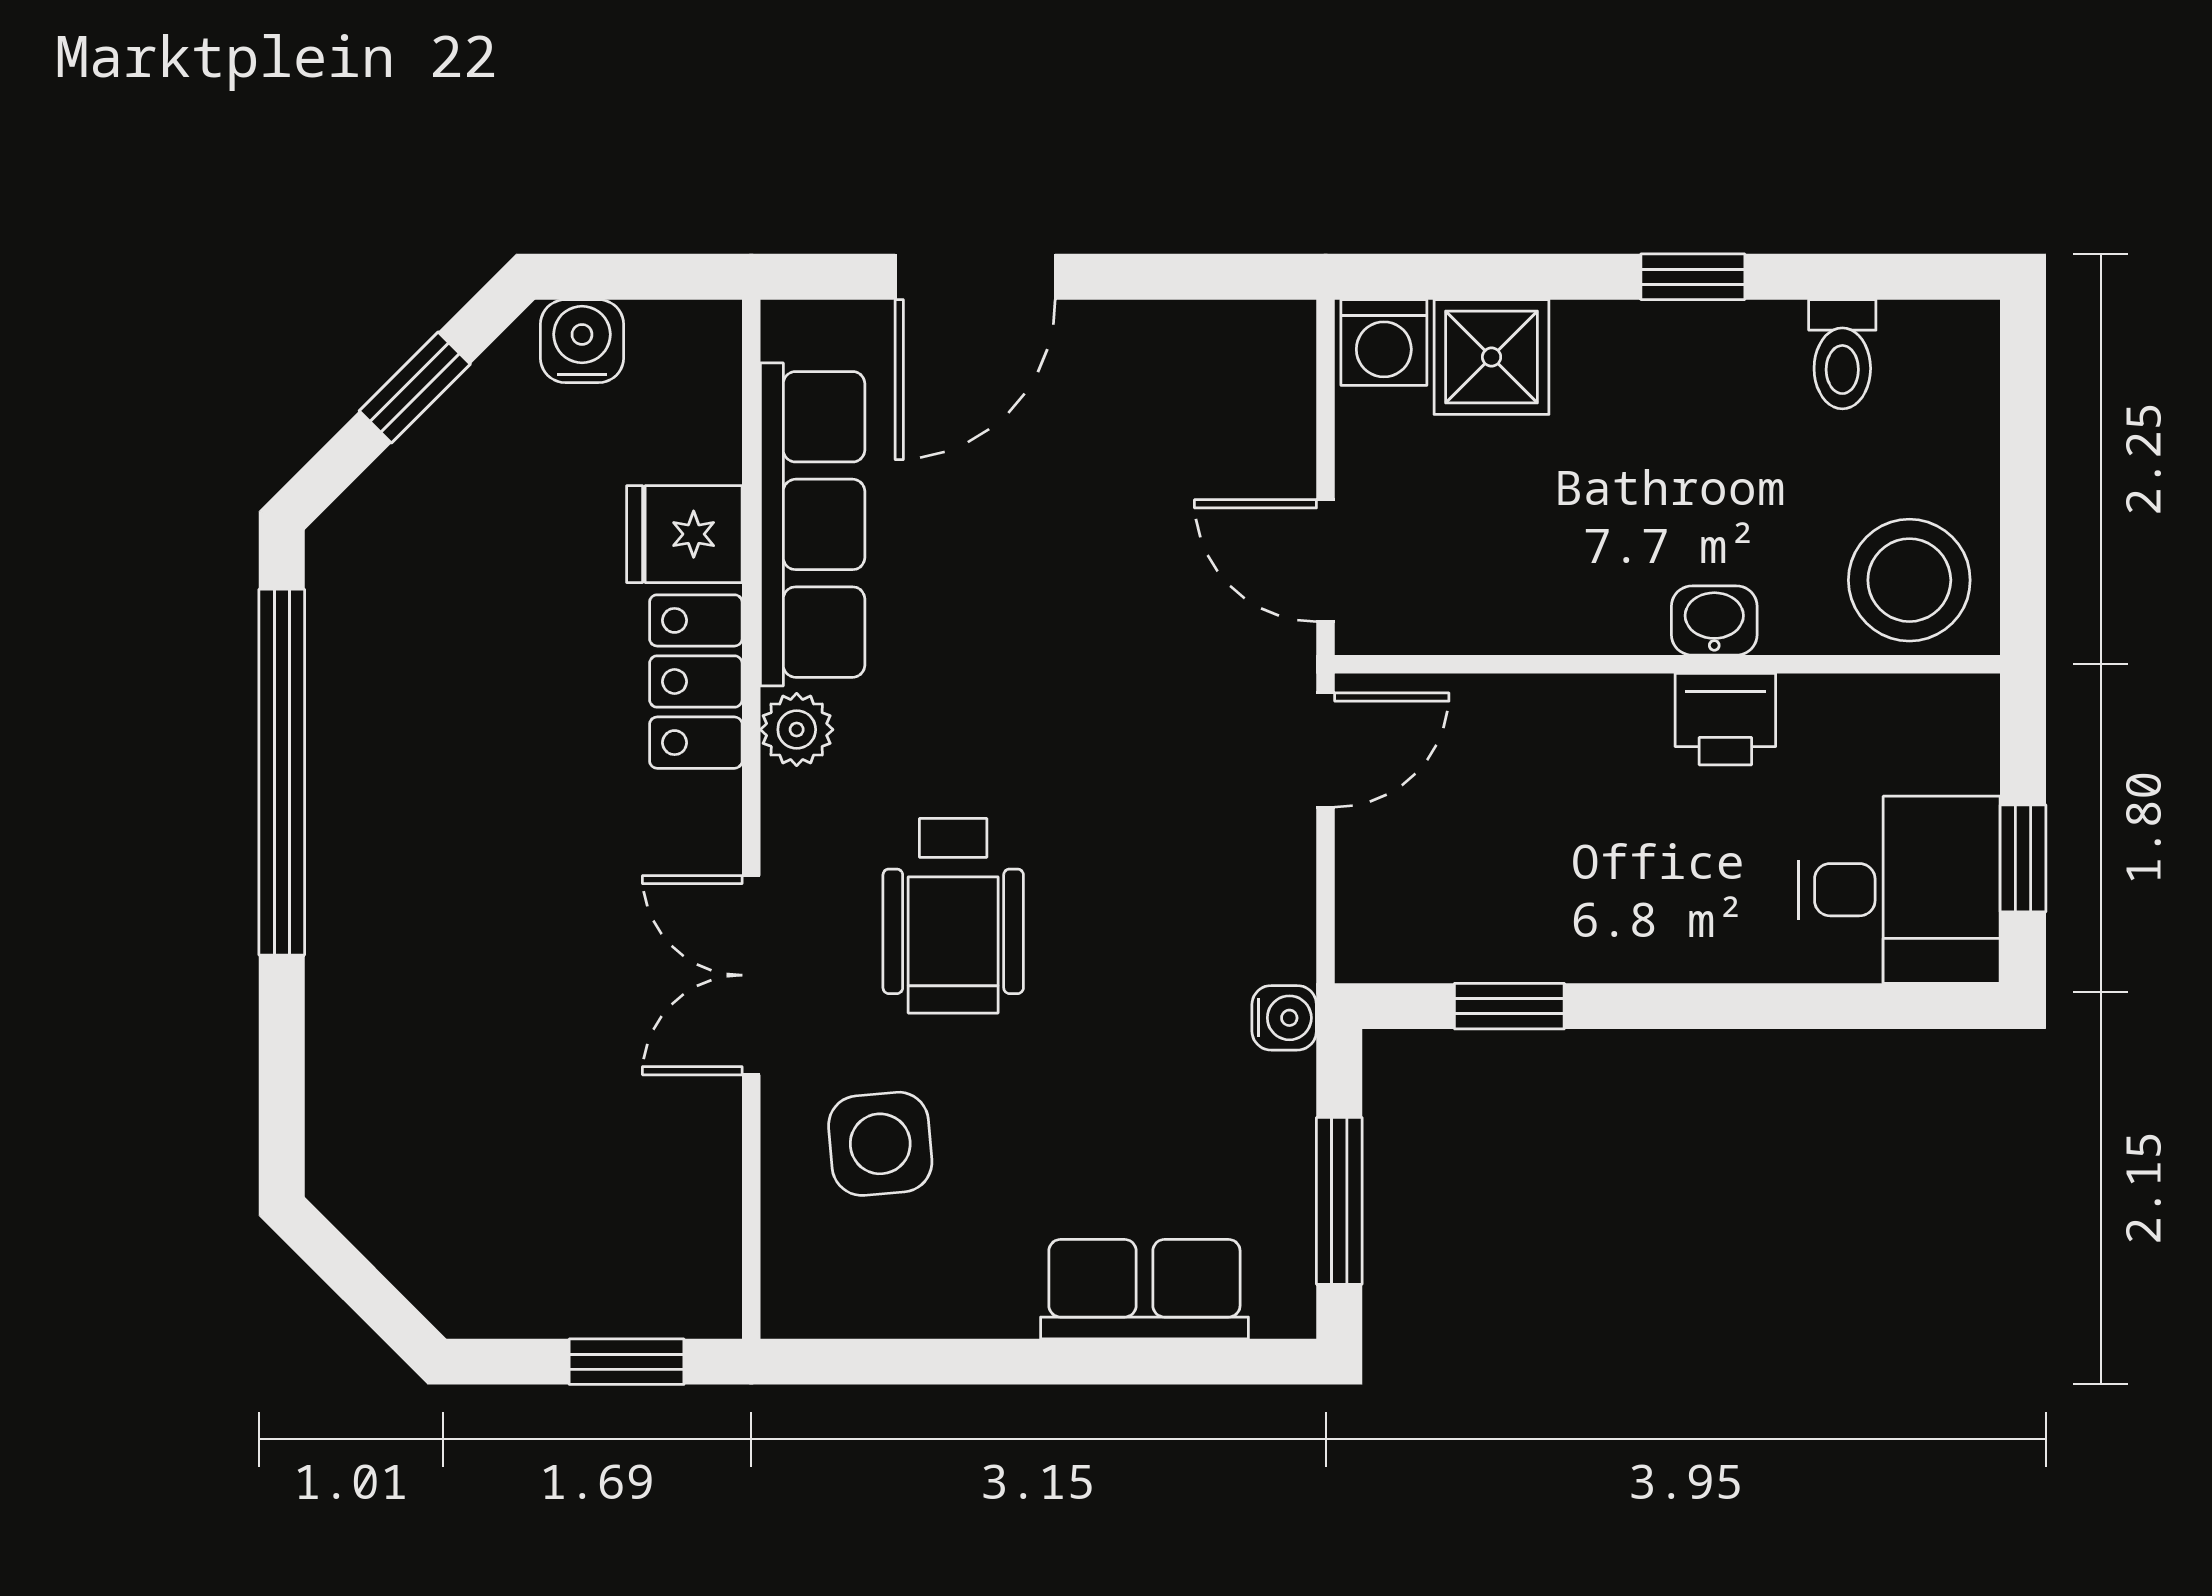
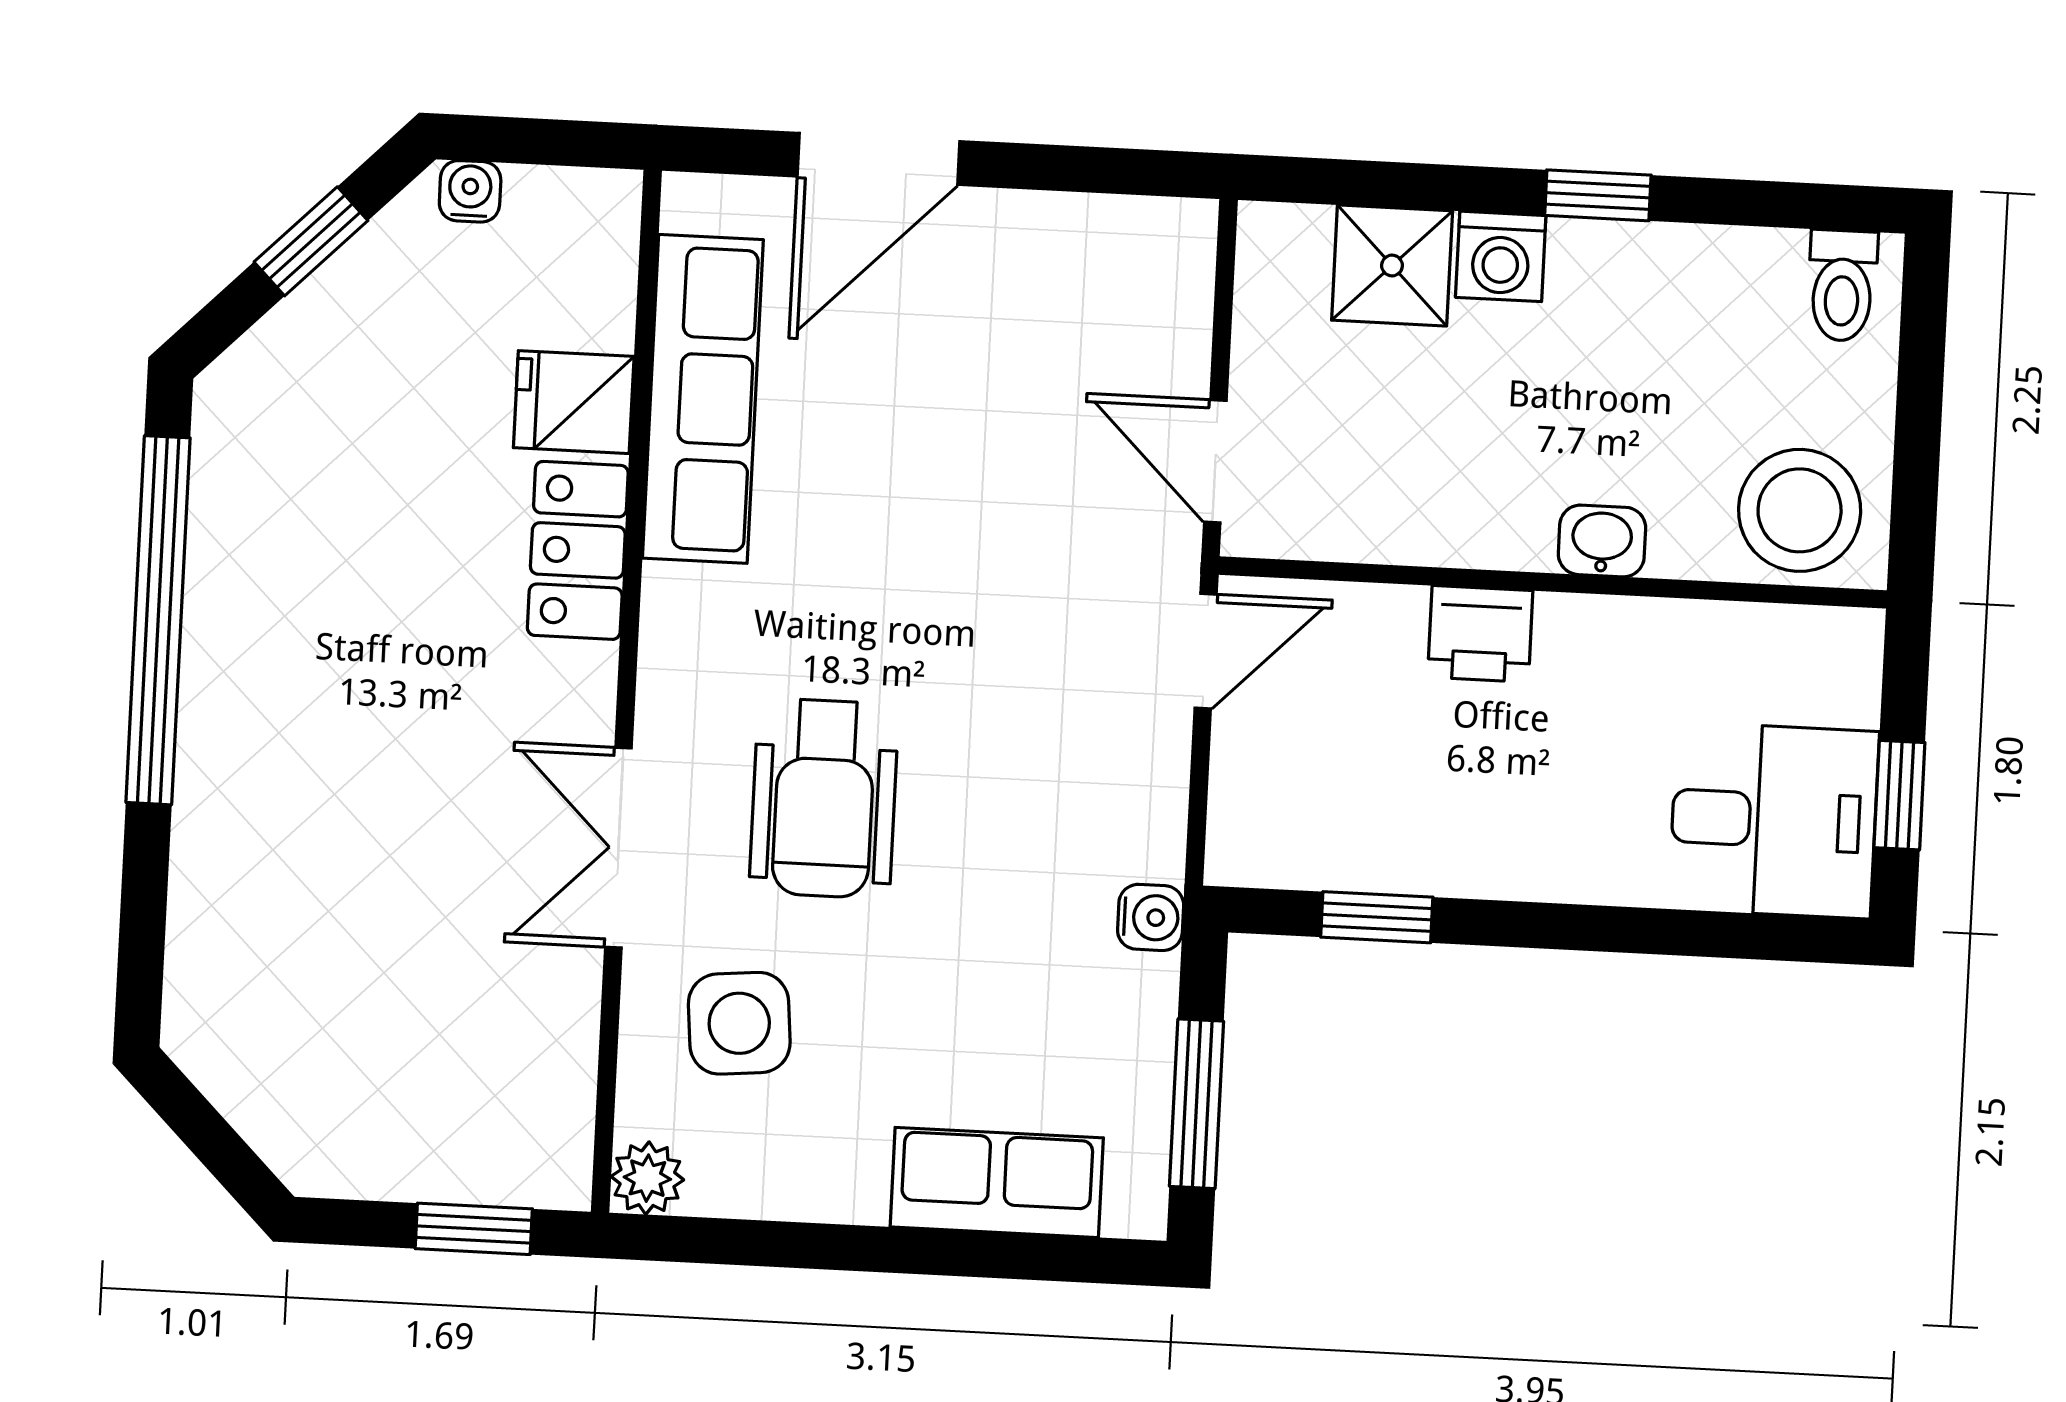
water cooler: (582, 341) -> (470, 191), width x0.72, depth x0.72
washing machine: (1384, 343) -> (1501, 256), moved
toilet: (1842, 354) -> (1842, 286), moved
printer: (1725, 719) -> (1480, 634), moved
plant: (797, 730) -> (647, 1178), moved

